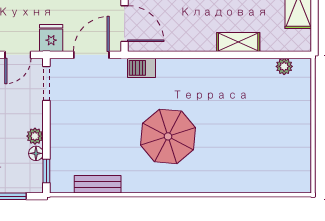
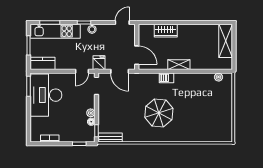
shelving: (238, 42) -> (179, 65), moved
door: (91, 55) -> (120, 71), swing flipped
barbecue: (142, 68) -> (166, 78), moved
bench: (98, 184) -> (110, 138), moved

